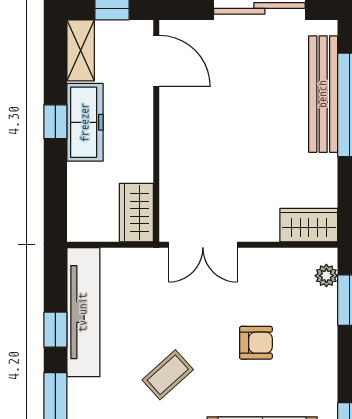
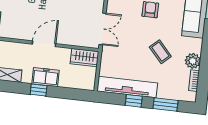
door: (156, 61) -> (44, 44), moved
freezer: (85, 122) -> (46, 77), width x0.71

